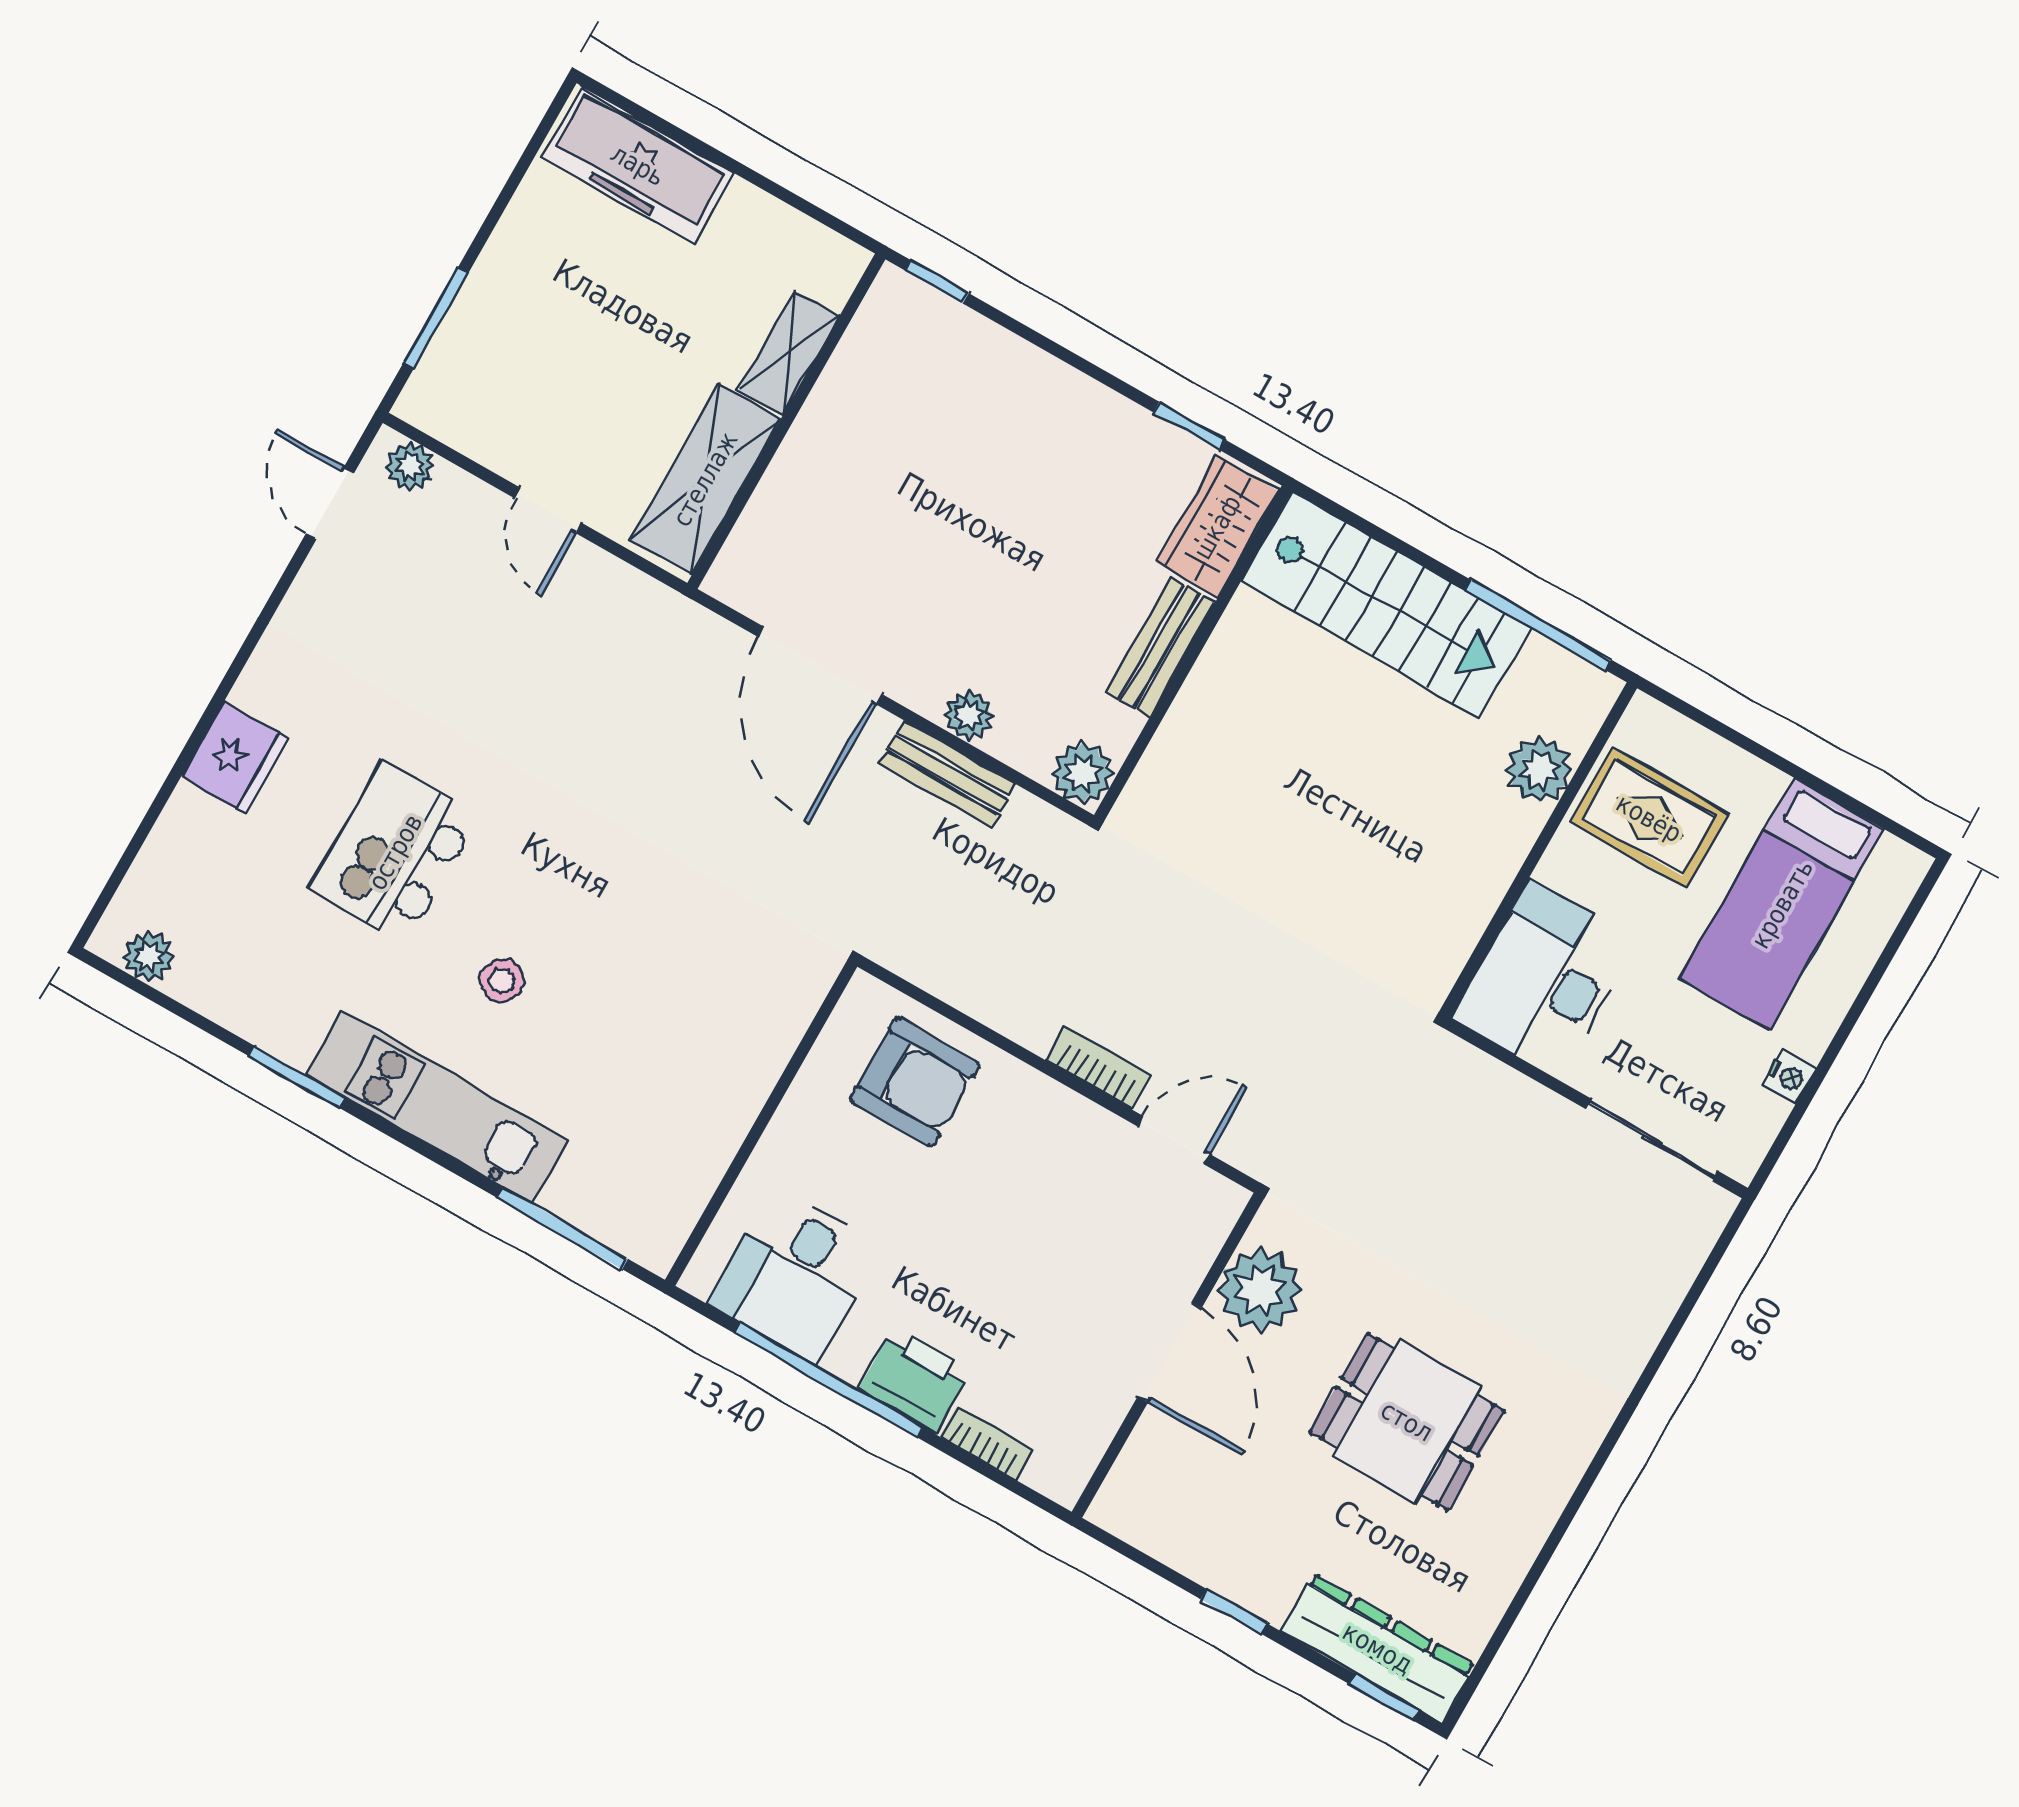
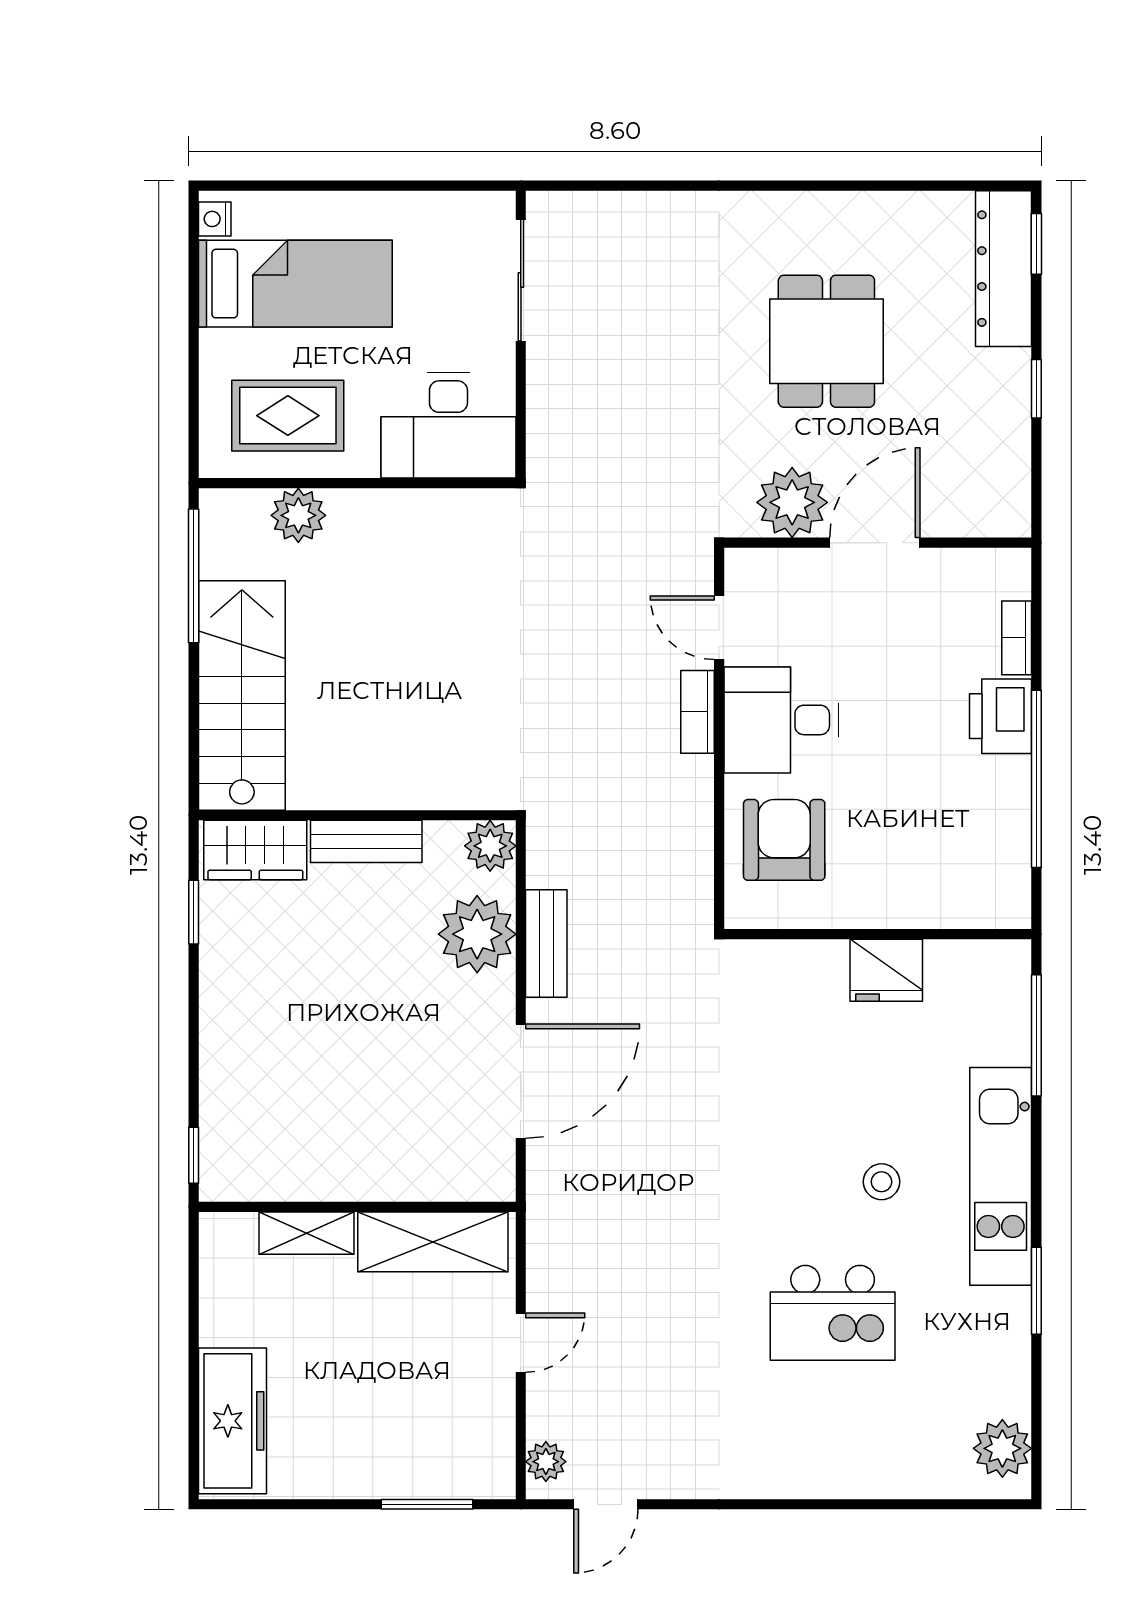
plant: (969, 715) -> (477, 934), width x1.88, depth x1.88
fridge: (235, 757) -> (886, 970), moved, turned 180
rug: (1649, 818) -> (288, 416), turned 90
plant: (148, 956) -> (1002, 1448), width x1.38, depth x1.38
nightstand: (1789, 1077) -> (215, 219), moved, turned -90
desk: (795, 1275) -> (781, 720), moved, turned 180

